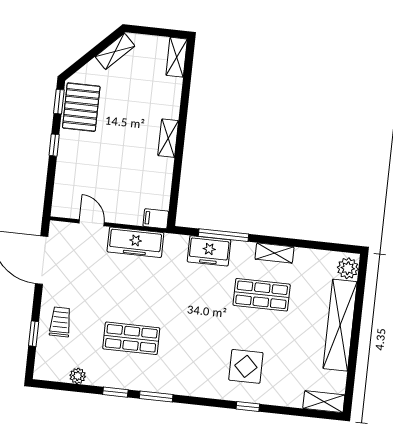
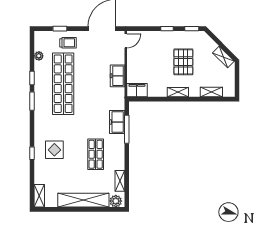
shelving: (177, 57) -> (211, 92), moved
pallet: (81, 107) -> (183, 62), moved, turned 90
filing cabinet: (156, 219) -> (137, 90), width x2.00
door: (92, 223) -> (126, 41), moved
freezer: (135, 242) -> (117, 76), width x0.71
shelving: (275, 253) -> (120, 181), moved
shop shelf: (131, 338) -> (63, 84), width x2.00, depth x1.36

